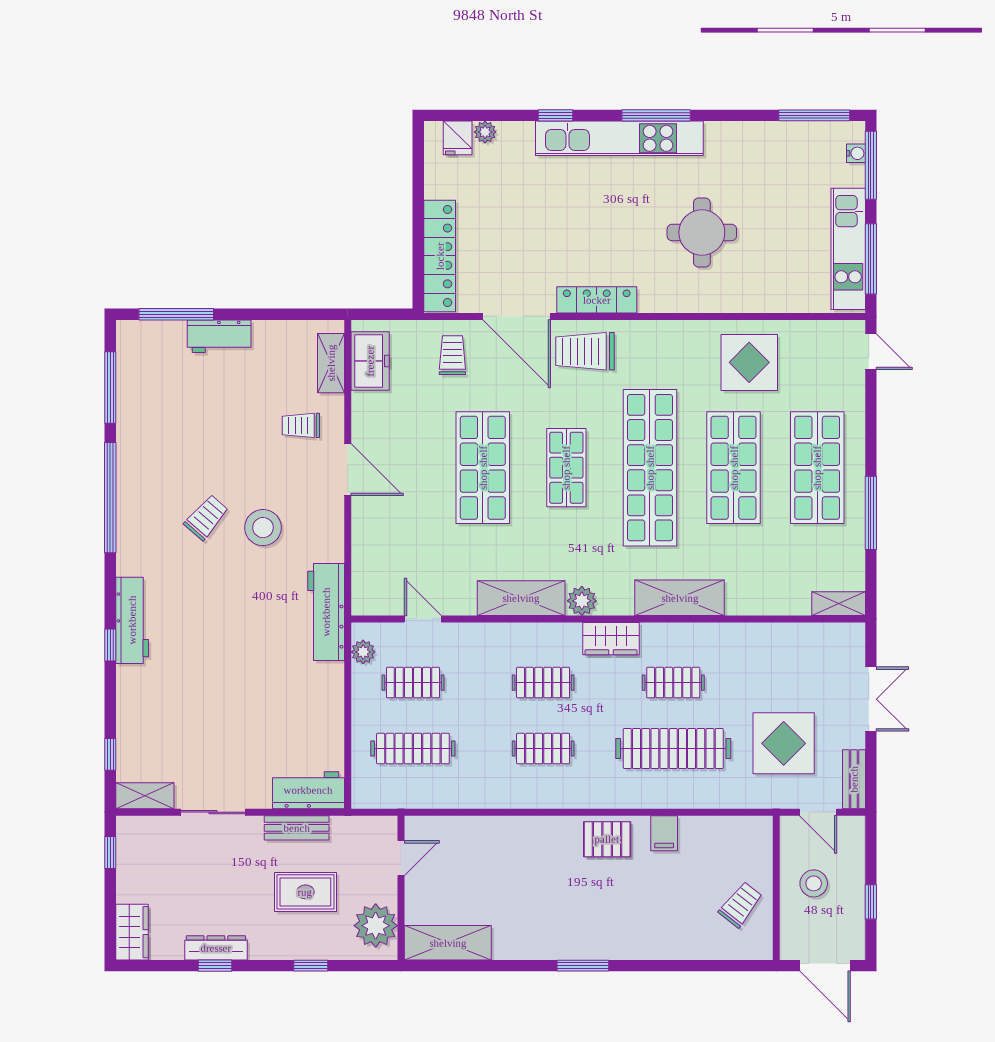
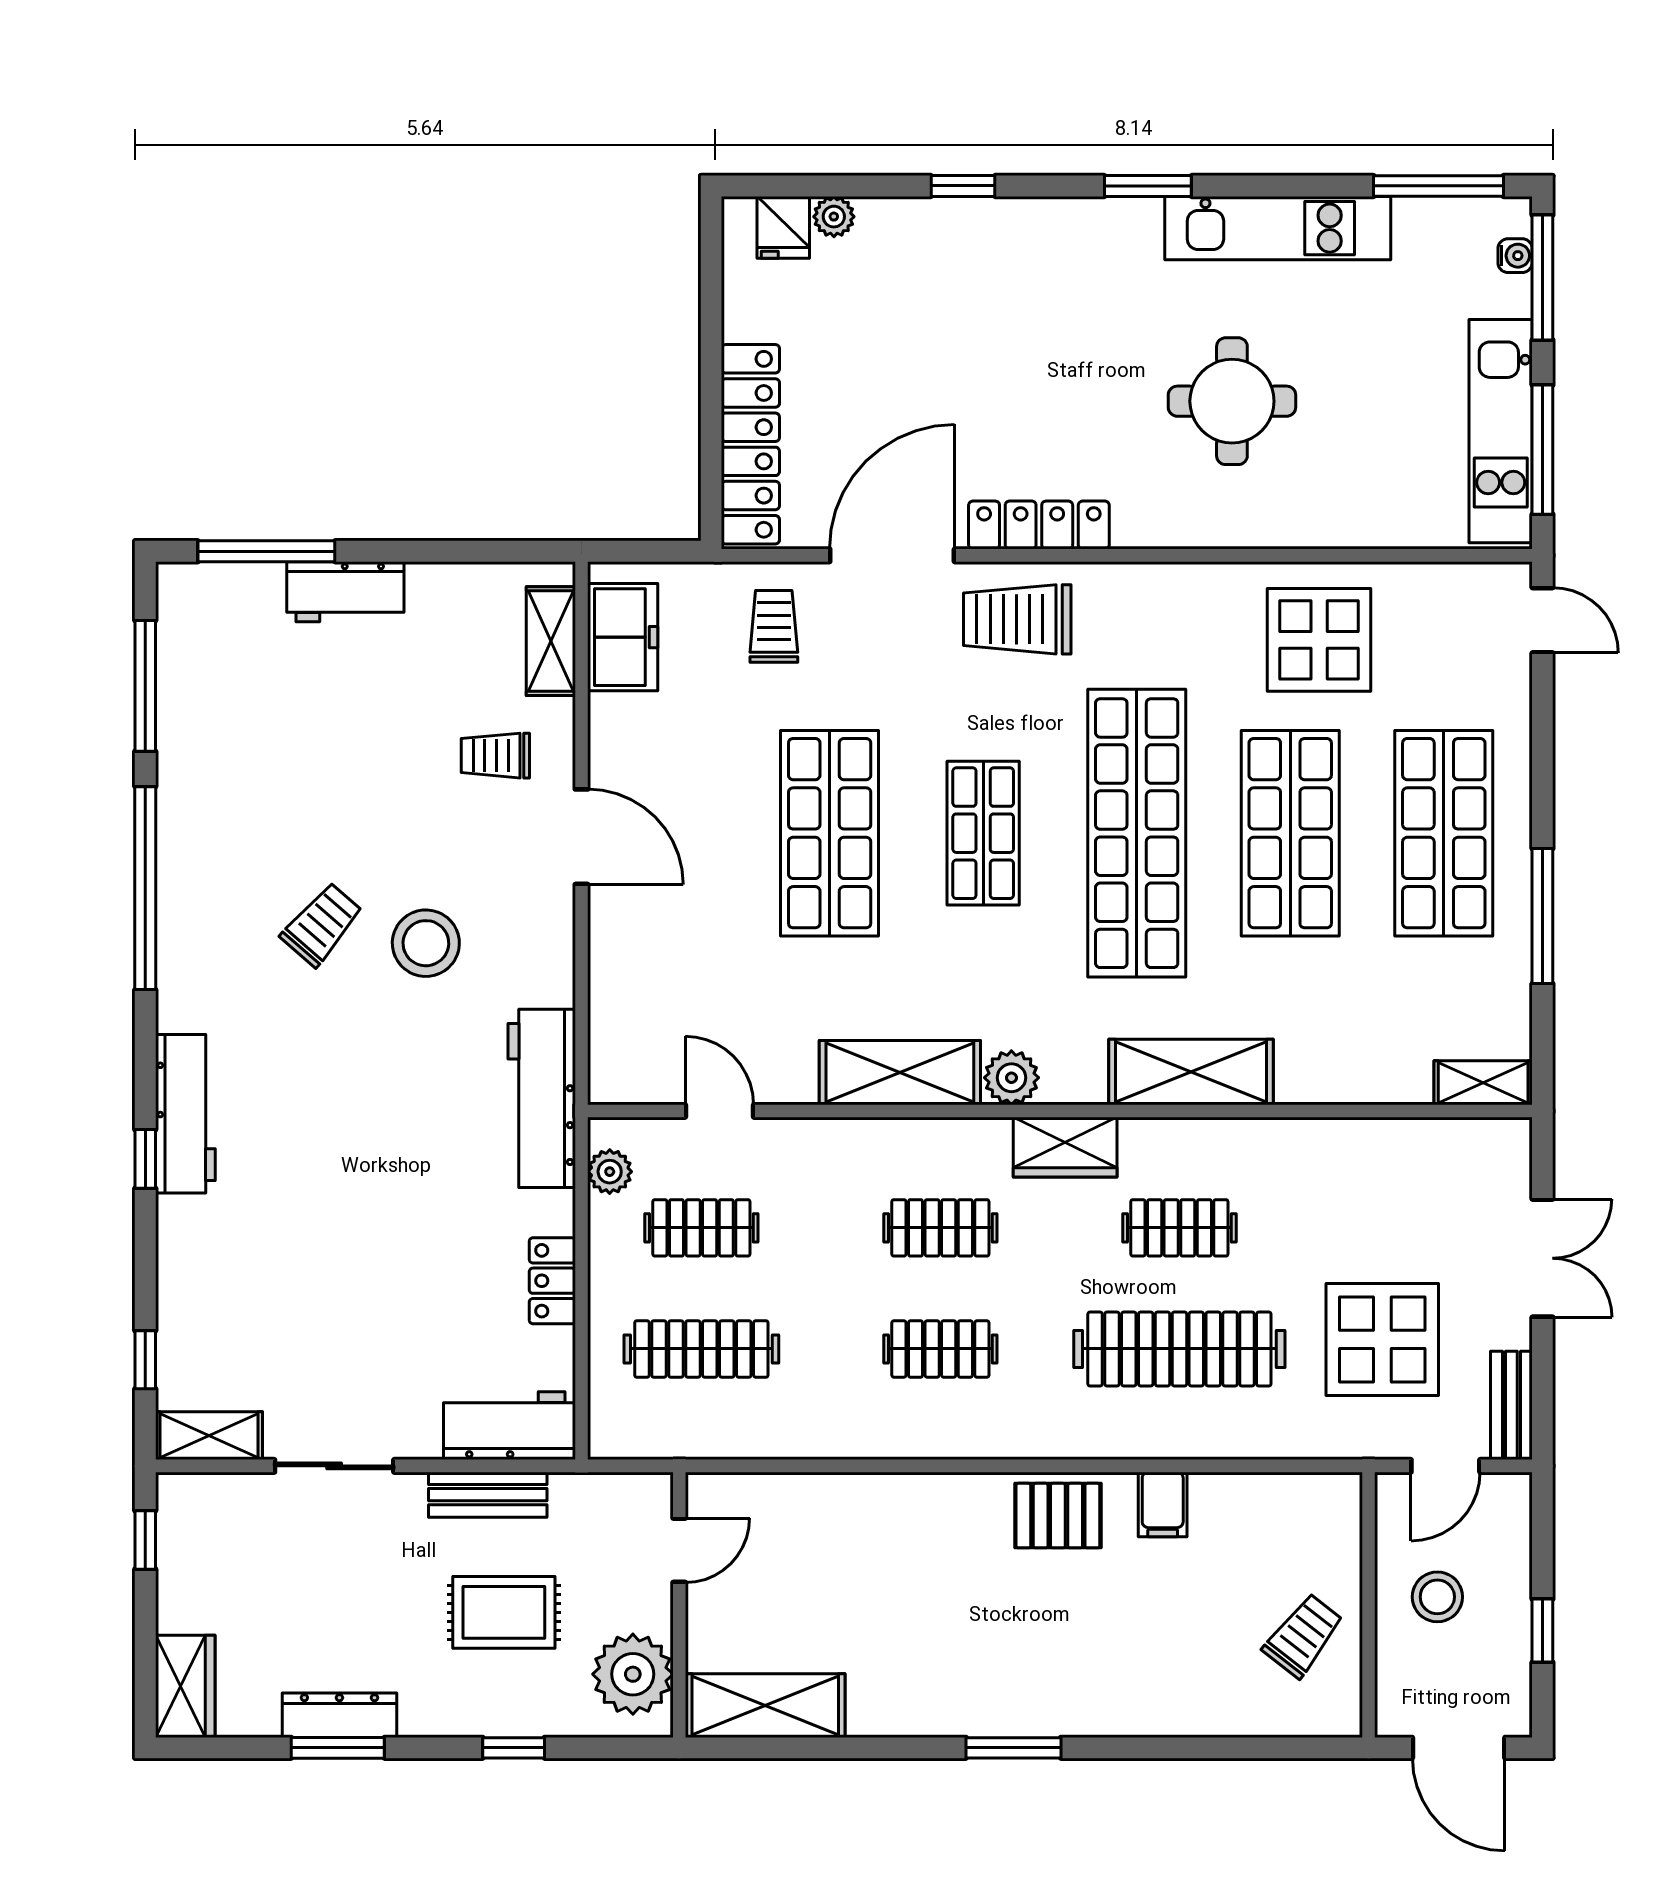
window: (656, 115) -> (1148, 186), width x0.69
kitchen unit: (619, 138) -> (1278, 228), moved, width x0.73
door: (517, 316) -> (892, 555), swing flipped
locker: (332, 711) -> (552, 1281), added
door: (818, 812) -> (1445, 1466), hinge flipped
window: (215, 966) -> (338, 1748), width x1.50

